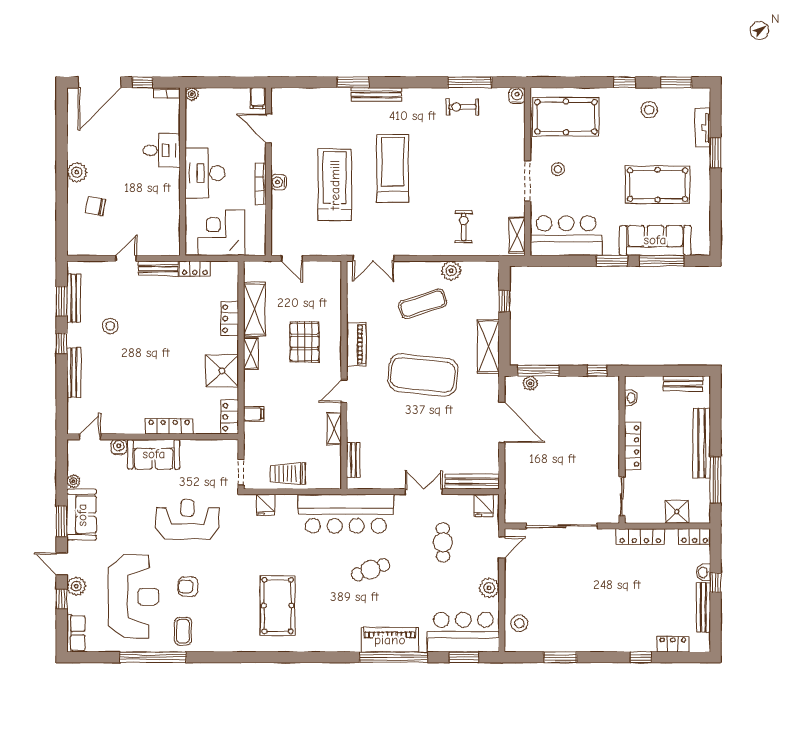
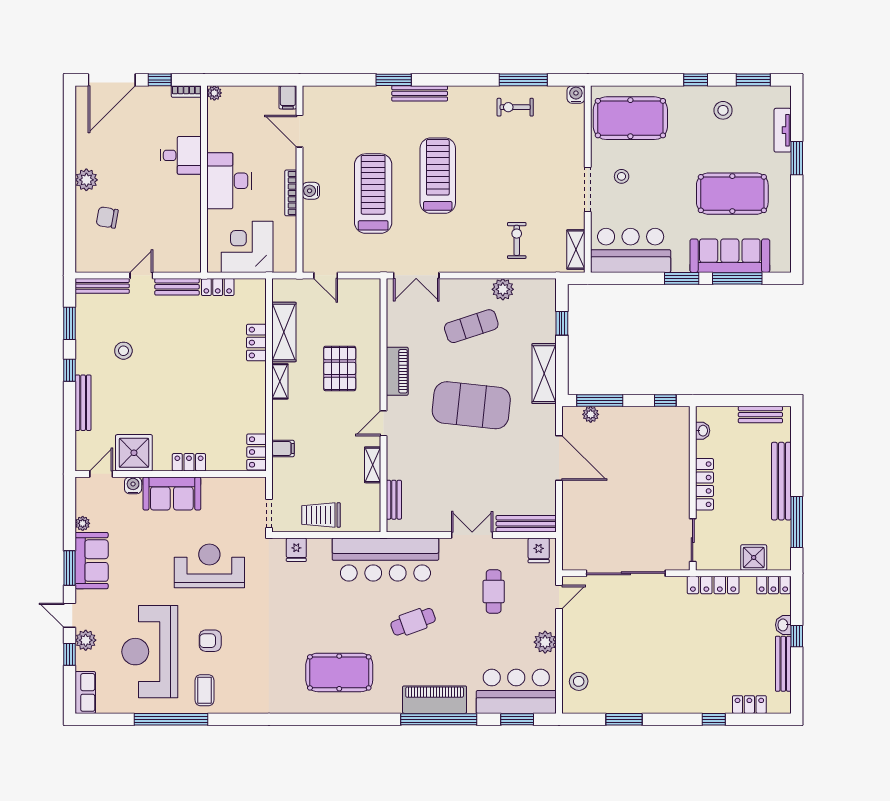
bench: (74, 298) -> (102, 286), moved, turned 90
shower: (222, 371) -> (134, 453), moved
locker: (169, 426) -> (189, 462), width x0.66
reception desk: (134, 596) -> (150, 652), turned 180
pool table: (278, 606) -> (339, 672), moved, turned 90

